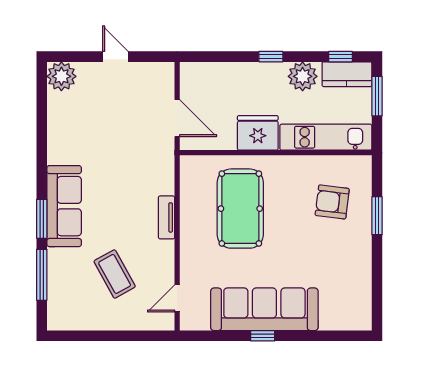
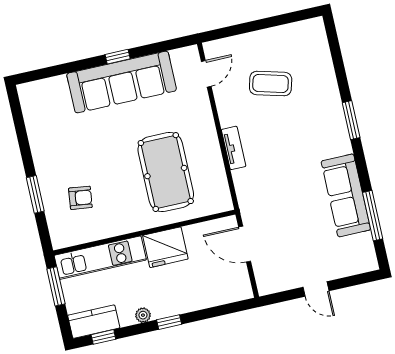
plant: (61, 76) -> (363, 259), removed
plant: (303, 76) -> (143, 315), width x0.53, depth x0.53
window: (377, 96) -> (56, 286), moved
armchair: (332, 202) -> (80, 198), width x0.72, depth x0.72
sofa: (64, 206) -> (346, 195), moved
coffee table: (115, 274) -> (271, 84), turned -46
window: (42, 275) -> (373, 216), moved

